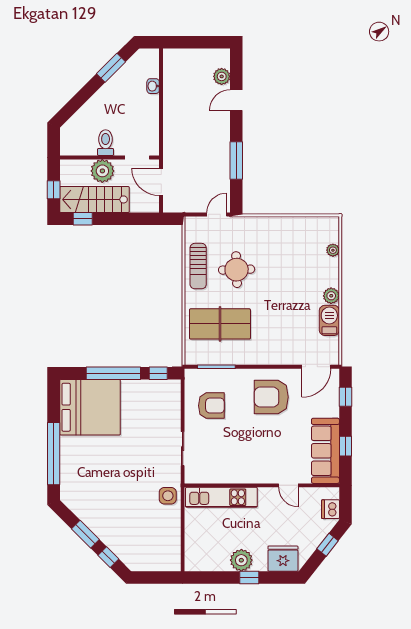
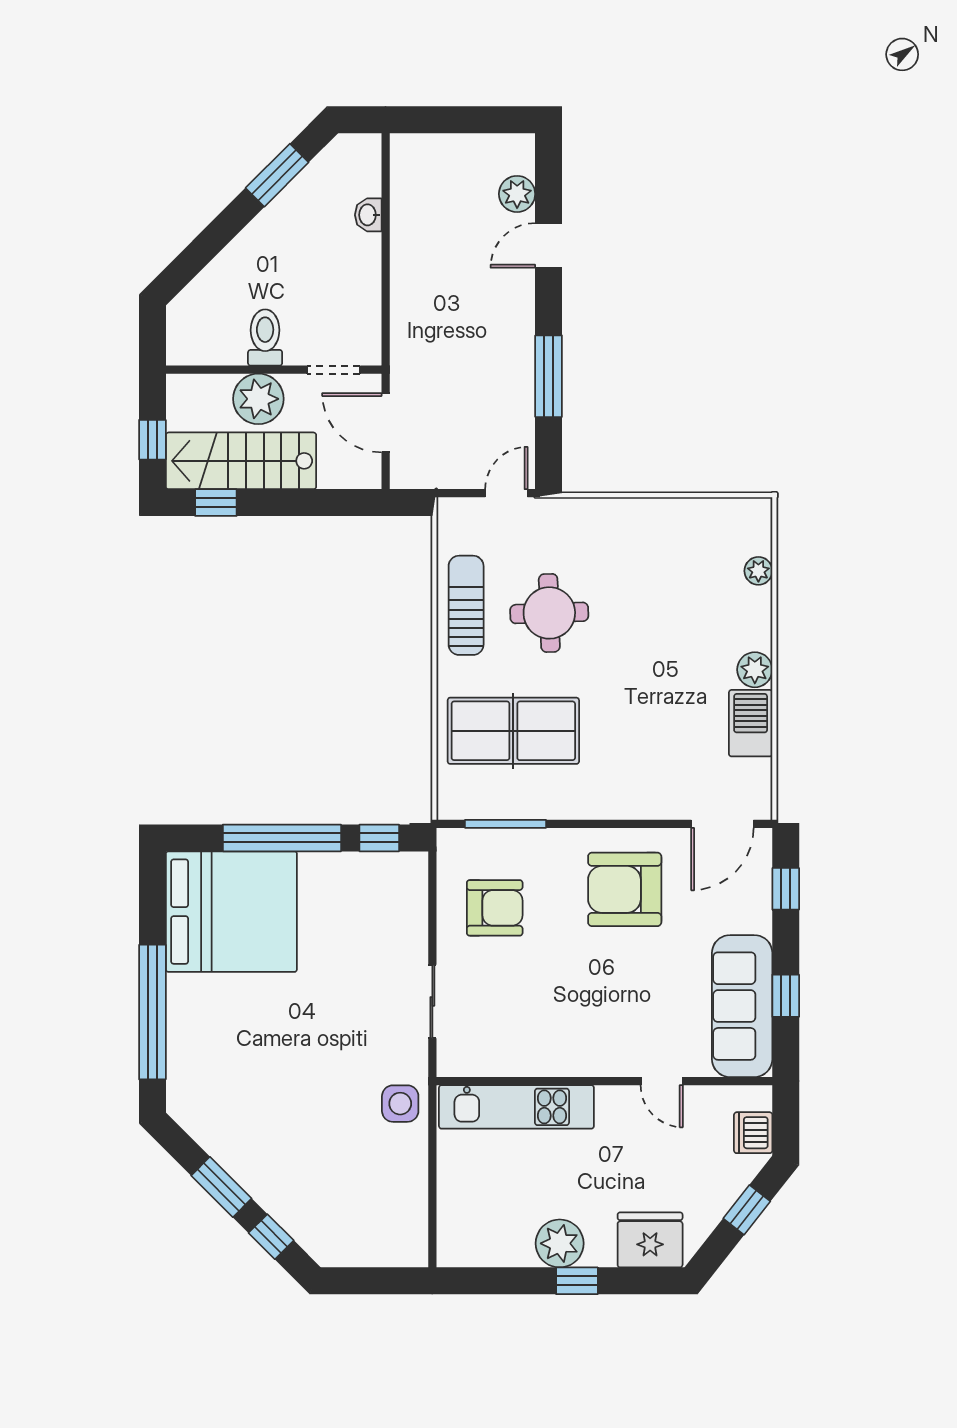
sun lounger: (198, 266) -> (466, 605), turned 180

